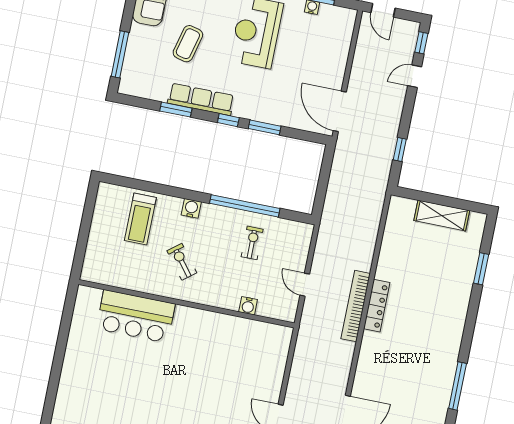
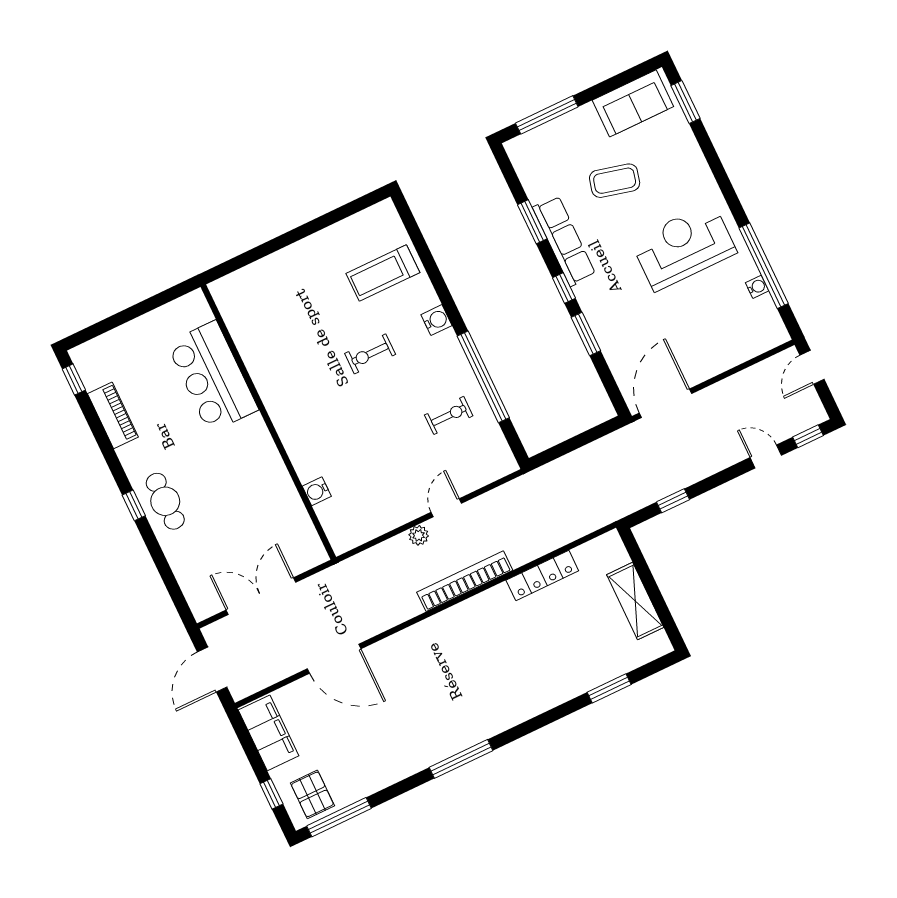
exercise bike: (182, 262) -> (370, 354), turned -142
wall: (187, 304) -> (268, 422), moved
water cooler: (248, 306) -> (317, 491), moved
locker: (377, 306) -> (542, 576), moved
plant: (309, 313) -> (419, 535), added
bar counter: (136, 316) -> (213, 377), moved

